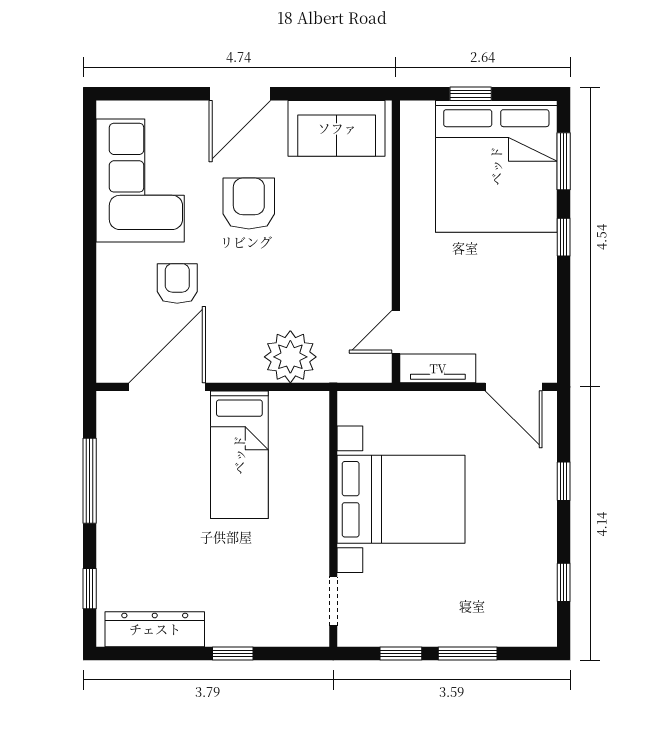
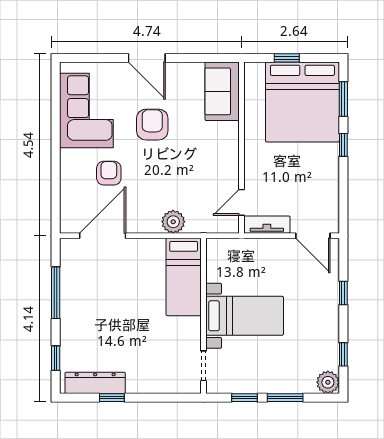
door: (240, 94) -> (147, 58), hinge flipped
sofa: (337, 128) -> (222, 91), moved, turned 90
plant: (290, 357) -> (173, 222), width x0.73, depth x0.73
bed: (239, 455) -> (184, 277), moved
bed with nightstands: (401, 499) -> (245, 316), width x0.73
plant: (538, 628) -> (328, 382), added
window: (233, 654) -> (112, 398), moved

